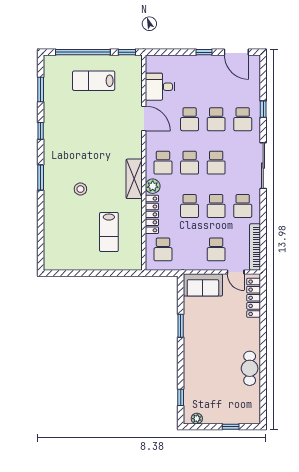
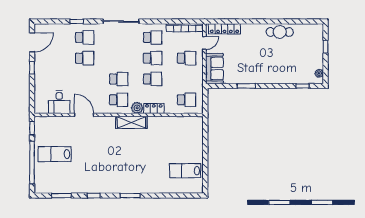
lab bench: (94, 81) -> (55, 154), turned 90
door: (144, 118) -> (84, 115), hinge flipped
school desk: (190, 119) -> (85, 79), removed
school desk: (216, 163) -> (119, 58), removed
stool: (80, 189) -> (139, 164), removed
locker: (152, 214) -> (154, 108), width x0.66
lab bench: (109, 232) -> (185, 171), moved, turned 180

